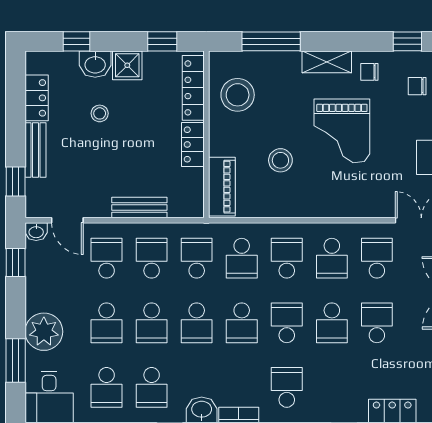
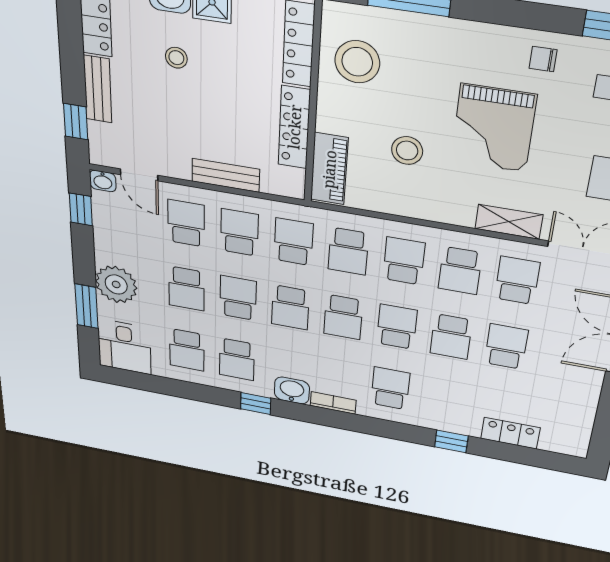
shelving: (327, 62) -> (509, 222), moved
locker: (193, 144) -> (294, 127), width x1.53
school desk: (152, 323) -> (238, 298), turned 180

